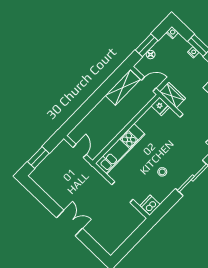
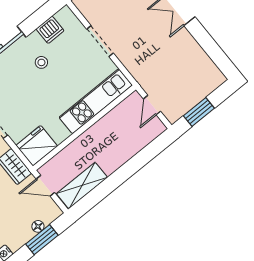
fridge: (160, 106) -> (37, 146), width x1.88, depth x1.34
window: (38, 158) -> (199, 112), moved
dishwasher: (150, 205) -> (50, 30), moved

